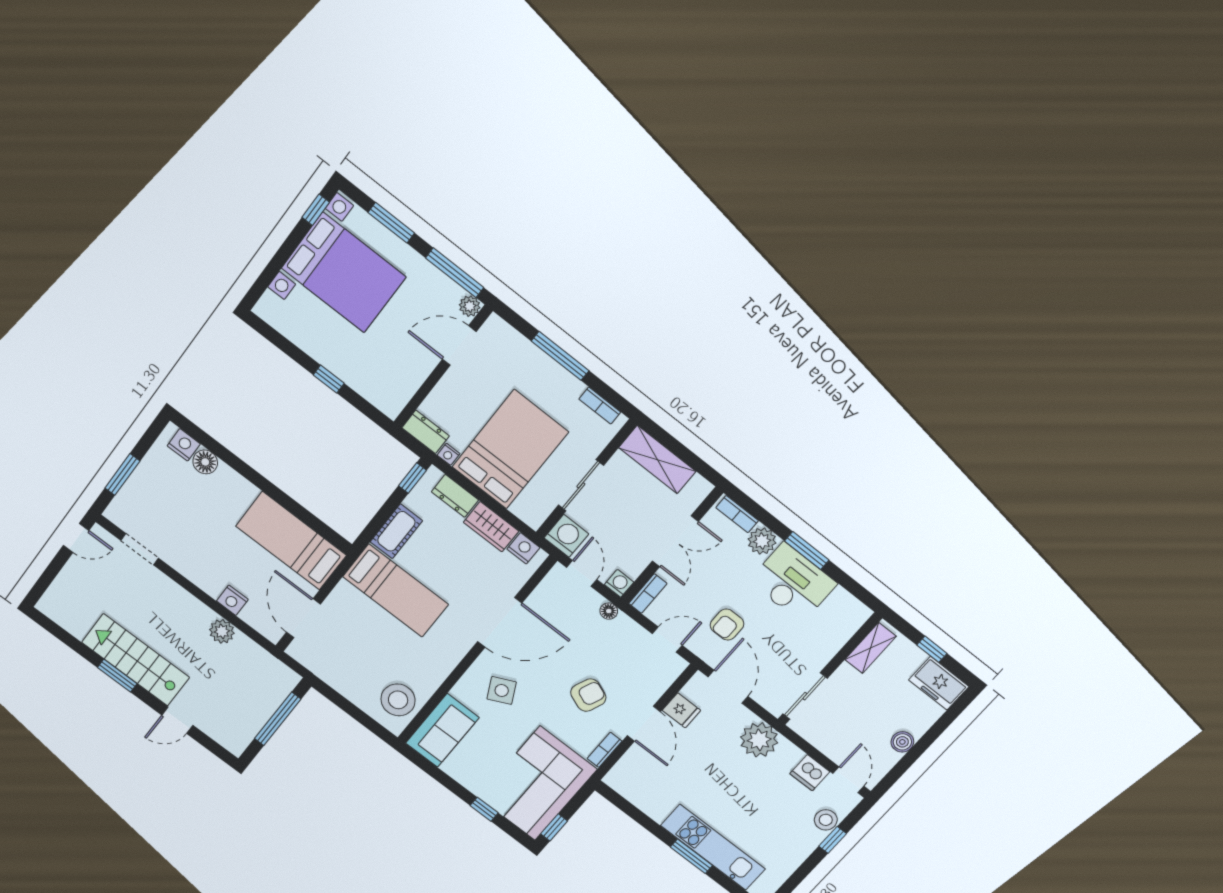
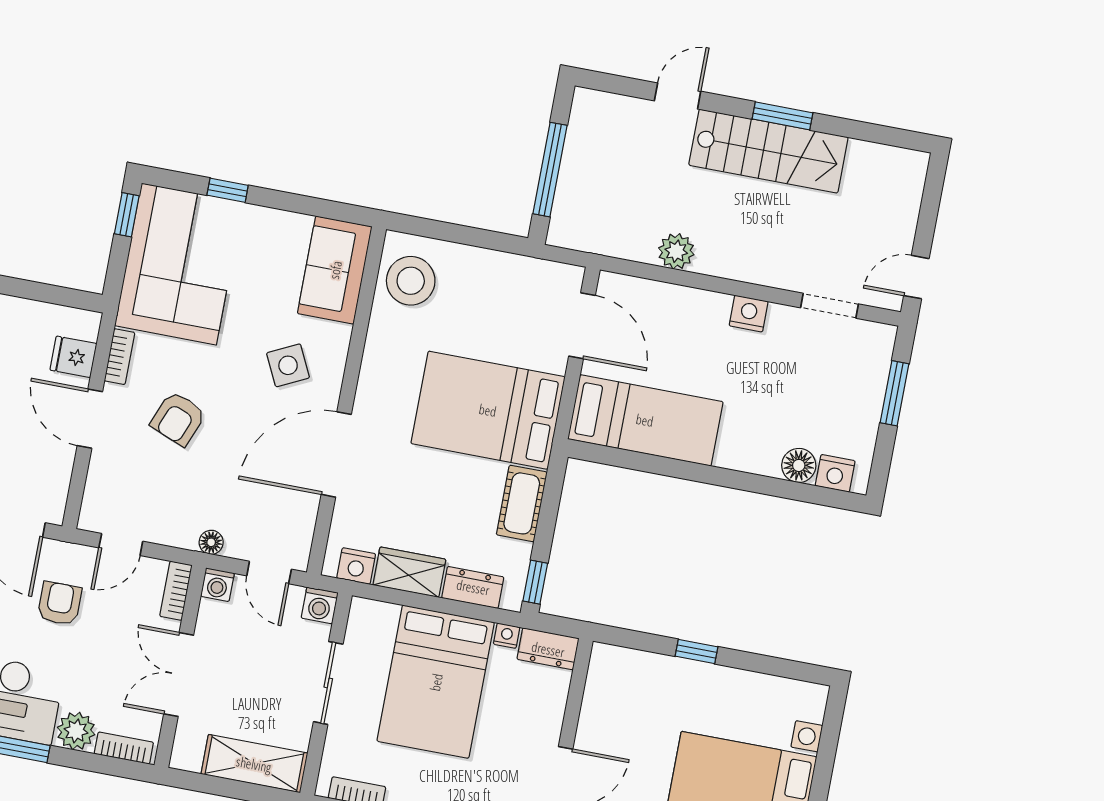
washing machine: (566, 536) -> (320, 605), width x0.73, depth x0.73
bed: (396, 591) -> (488, 410), width x1.50
nightstand: (232, 600) -> (749, 314), moved
fridge: (681, 710) -> (73, 357), moved

